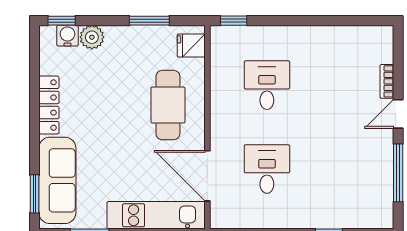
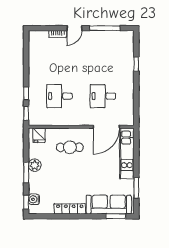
window: (149, 21) -> (26, 172), moved
window: (272, 21) -> (26, 93), added
plant: (92, 37) -> (35, 165), moved
cafe table: (168, 105) -> (70, 147), width x0.73, depth x0.74
door: (398, 114) -> (74, 28), hinge flipped

